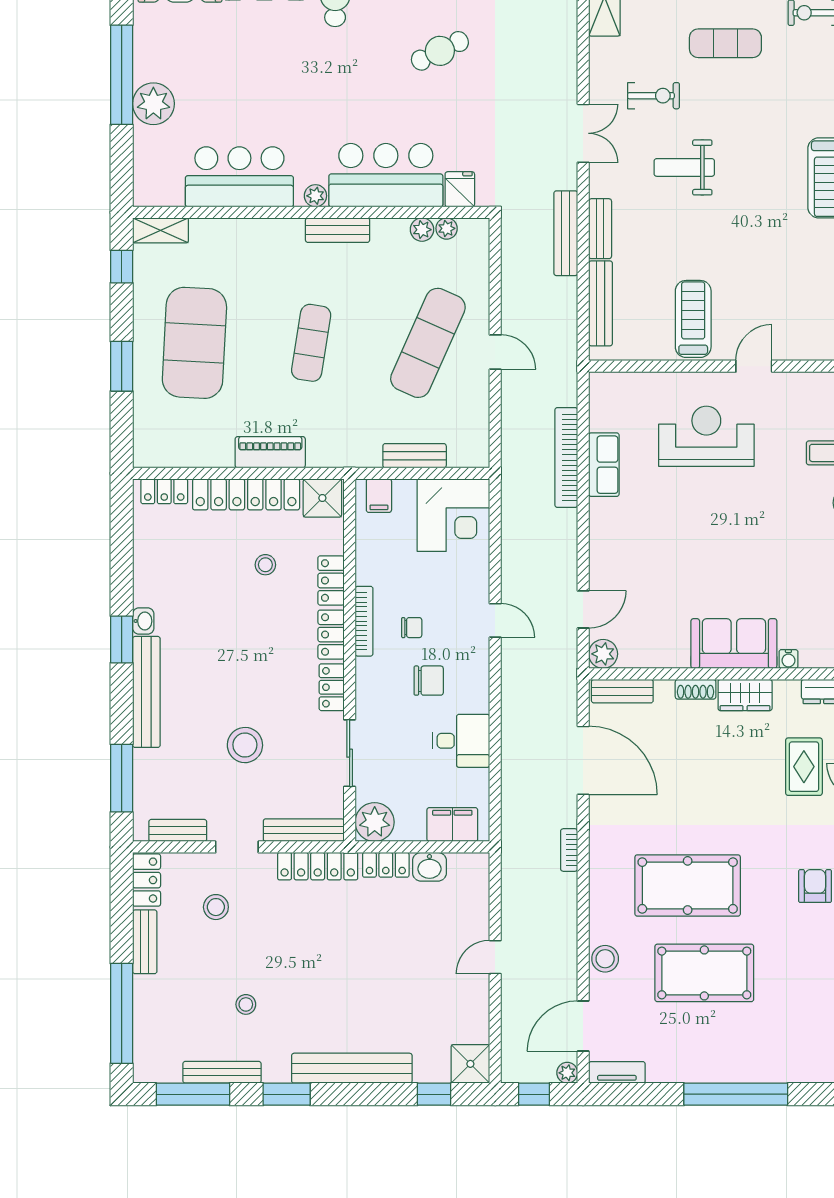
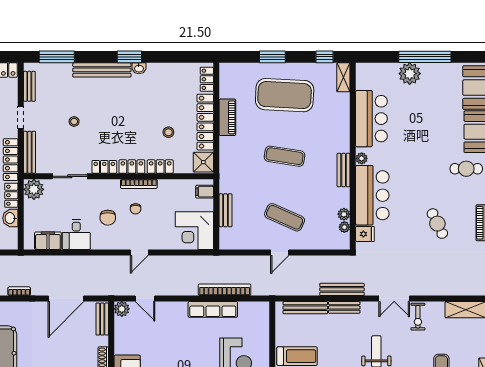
exercise bike: (654, 96) -> (418, 317), moved
exercise mat: (428, 343) -> (285, 217), width x0.73, depth x0.69
piano: (270, 452) -> (227, 117), moved
row of seats: (604, 465) -> (213, 309), width x1.48
stool: (245, 745) -> (74, 122), width x0.53, depth x0.53
filing cabinet: (452, 825) -> (48, 241), moved, turned -90

